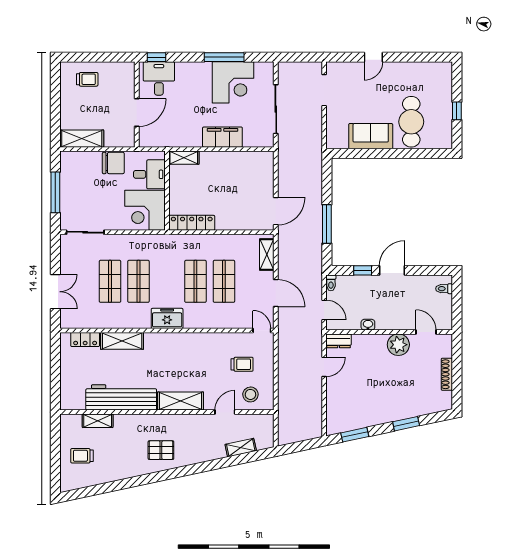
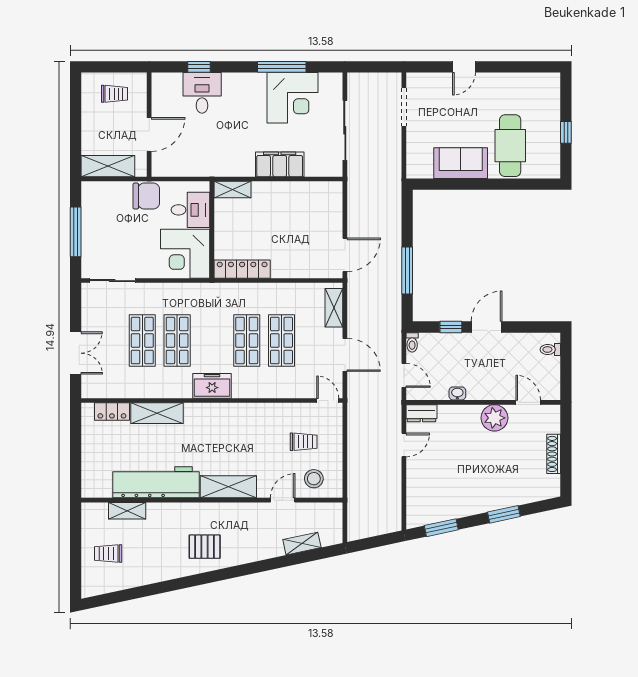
wall: (137, 105) -> (149, 125), moved
door: (137, 113) -> (149, 134), moved

